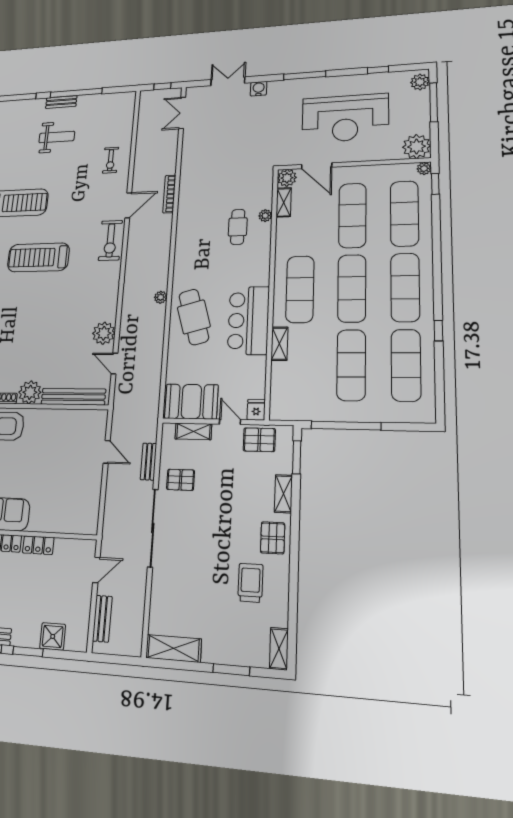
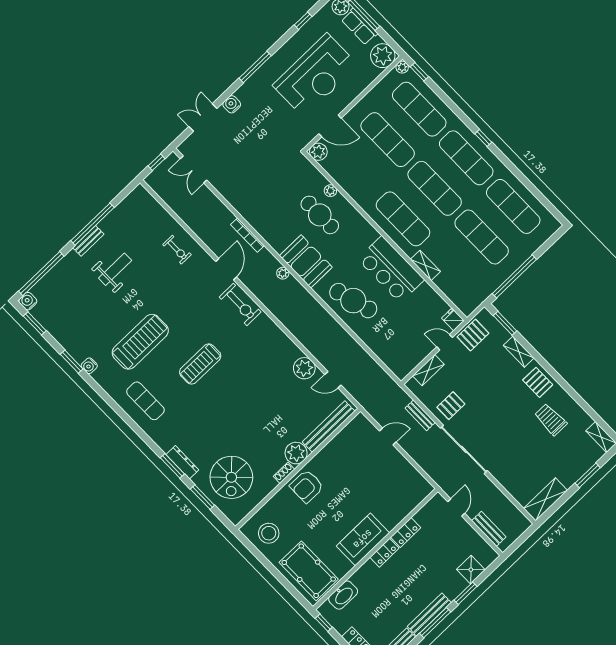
row of seats: (420, 109) -> (359, 27), added
shelving: (284, 202) -> (333, 171), removed
cafe table: (238, 227) -> (320, 215), width x1.37, depth x1.35
treadmill: (38, 257) -> (200, 364), width x0.73, depth x0.73
plant: (161, 297) -> (283, 273), moved
window: (438, 331) -> (483, 138), moved
booth: (191, 402) -> (306, 261), moved, turned 90

